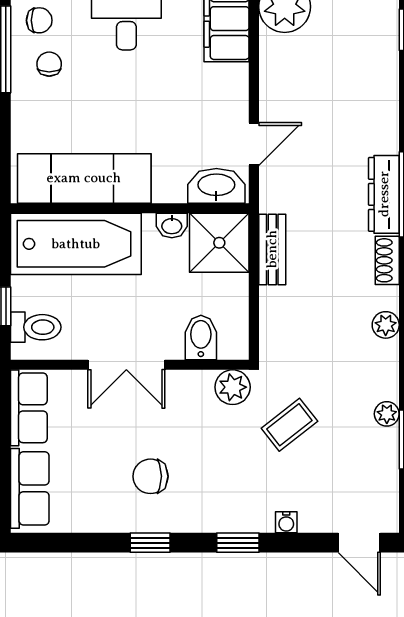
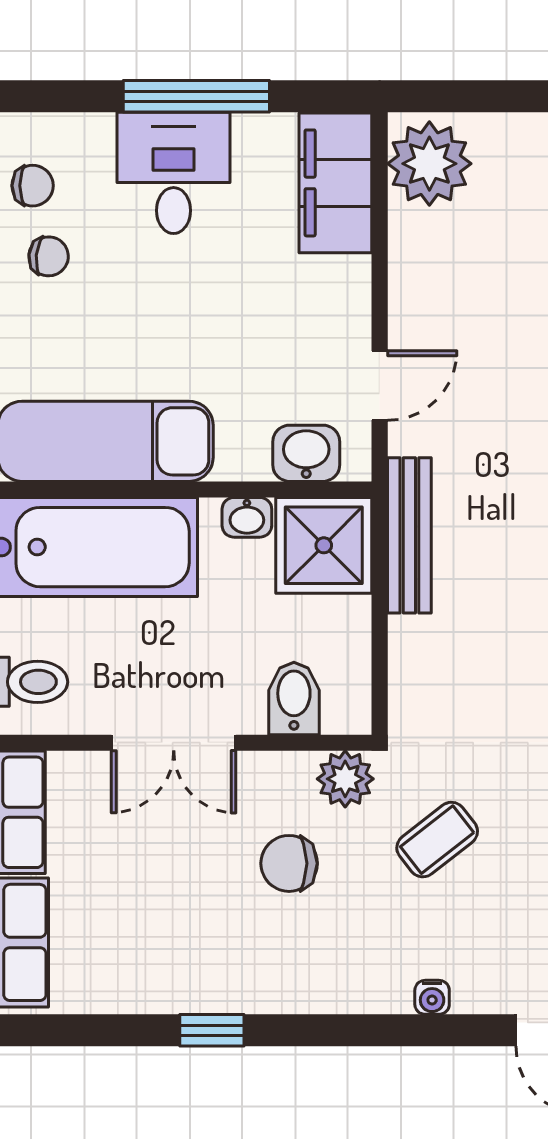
chair: (49, 64) -> (49, 256), turned 96
washbasin: (216, 186) -> (306, 453), width x0.72
bench: (272, 249) -> (409, 535), width x1.36
chair: (150, 476) -> (289, 863), moved
window: (238, 543) -> (354, 1030), removed

